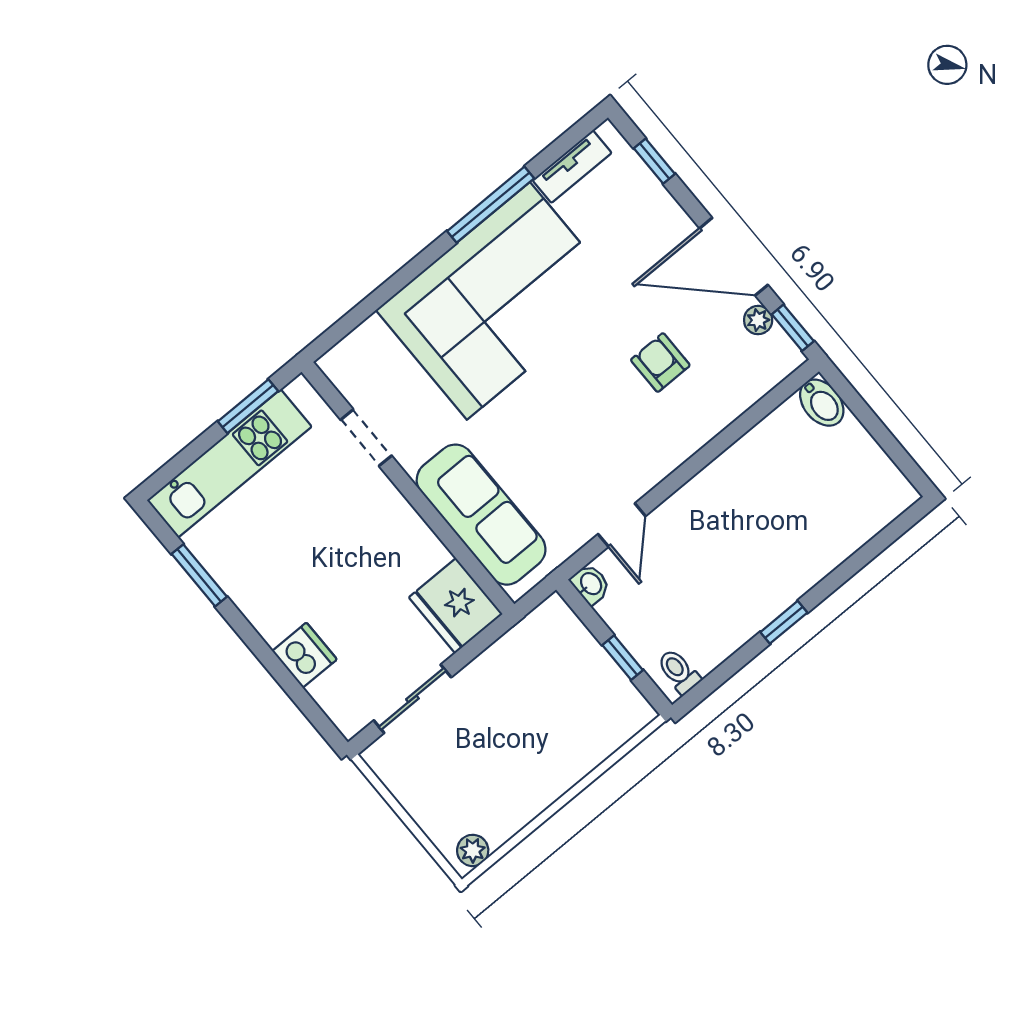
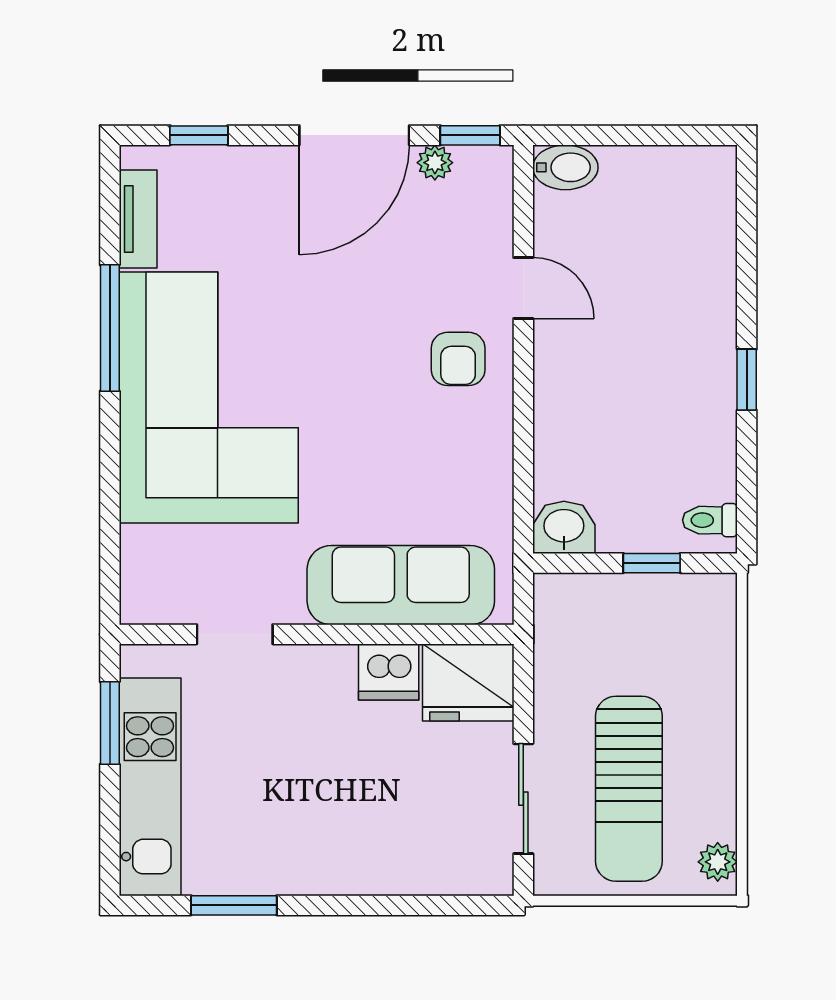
armchair: (660, 363) -> (458, 359), moved, turned -90
door: (622, 525) -> (523, 288), moved
washbasin: (590, 584) -> (564, 527), width x1.38, depth x1.45
dishwasher: (304, 655) -> (389, 672), moved, turned 180
sun lounger: (472, 759) -> (629, 789), added

